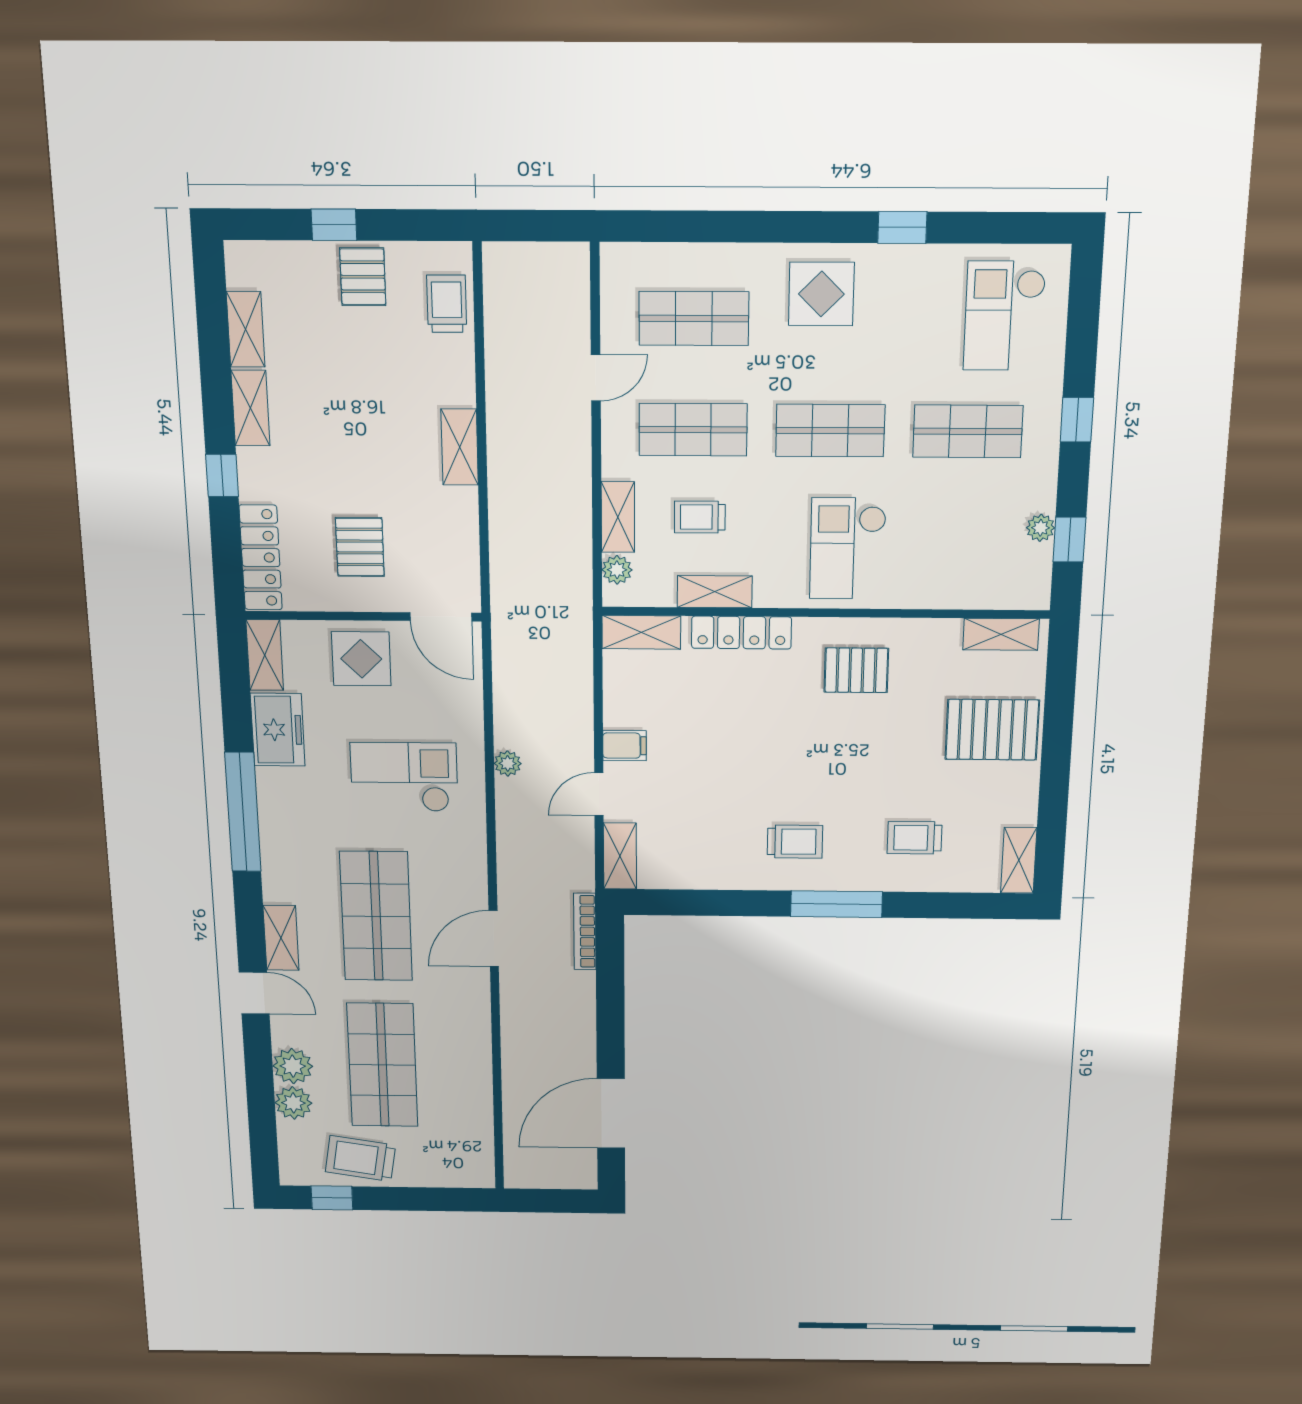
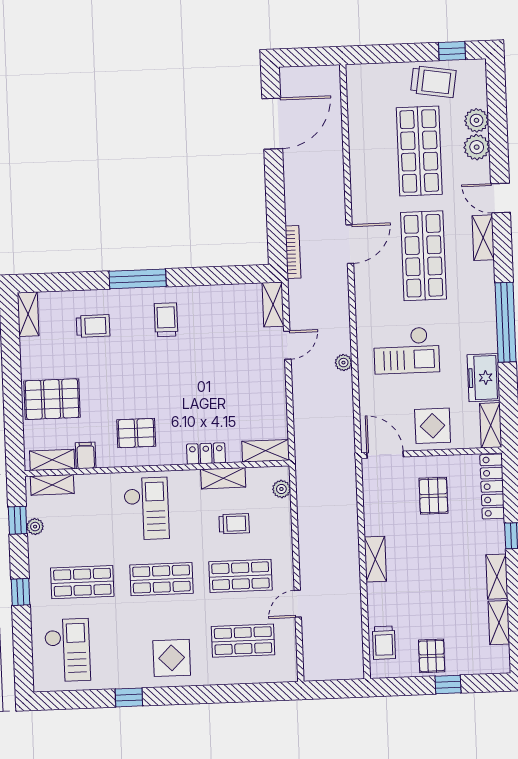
shelving: (618, 517) -> (52, 485), moved, turned 90
locker: (741, 633) -> (206, 453), width x0.66
filing cabinet: (624, 746) -> (86, 455), moved, turned 90
trolley: (795, 842) -> (166, 320), turned 90

